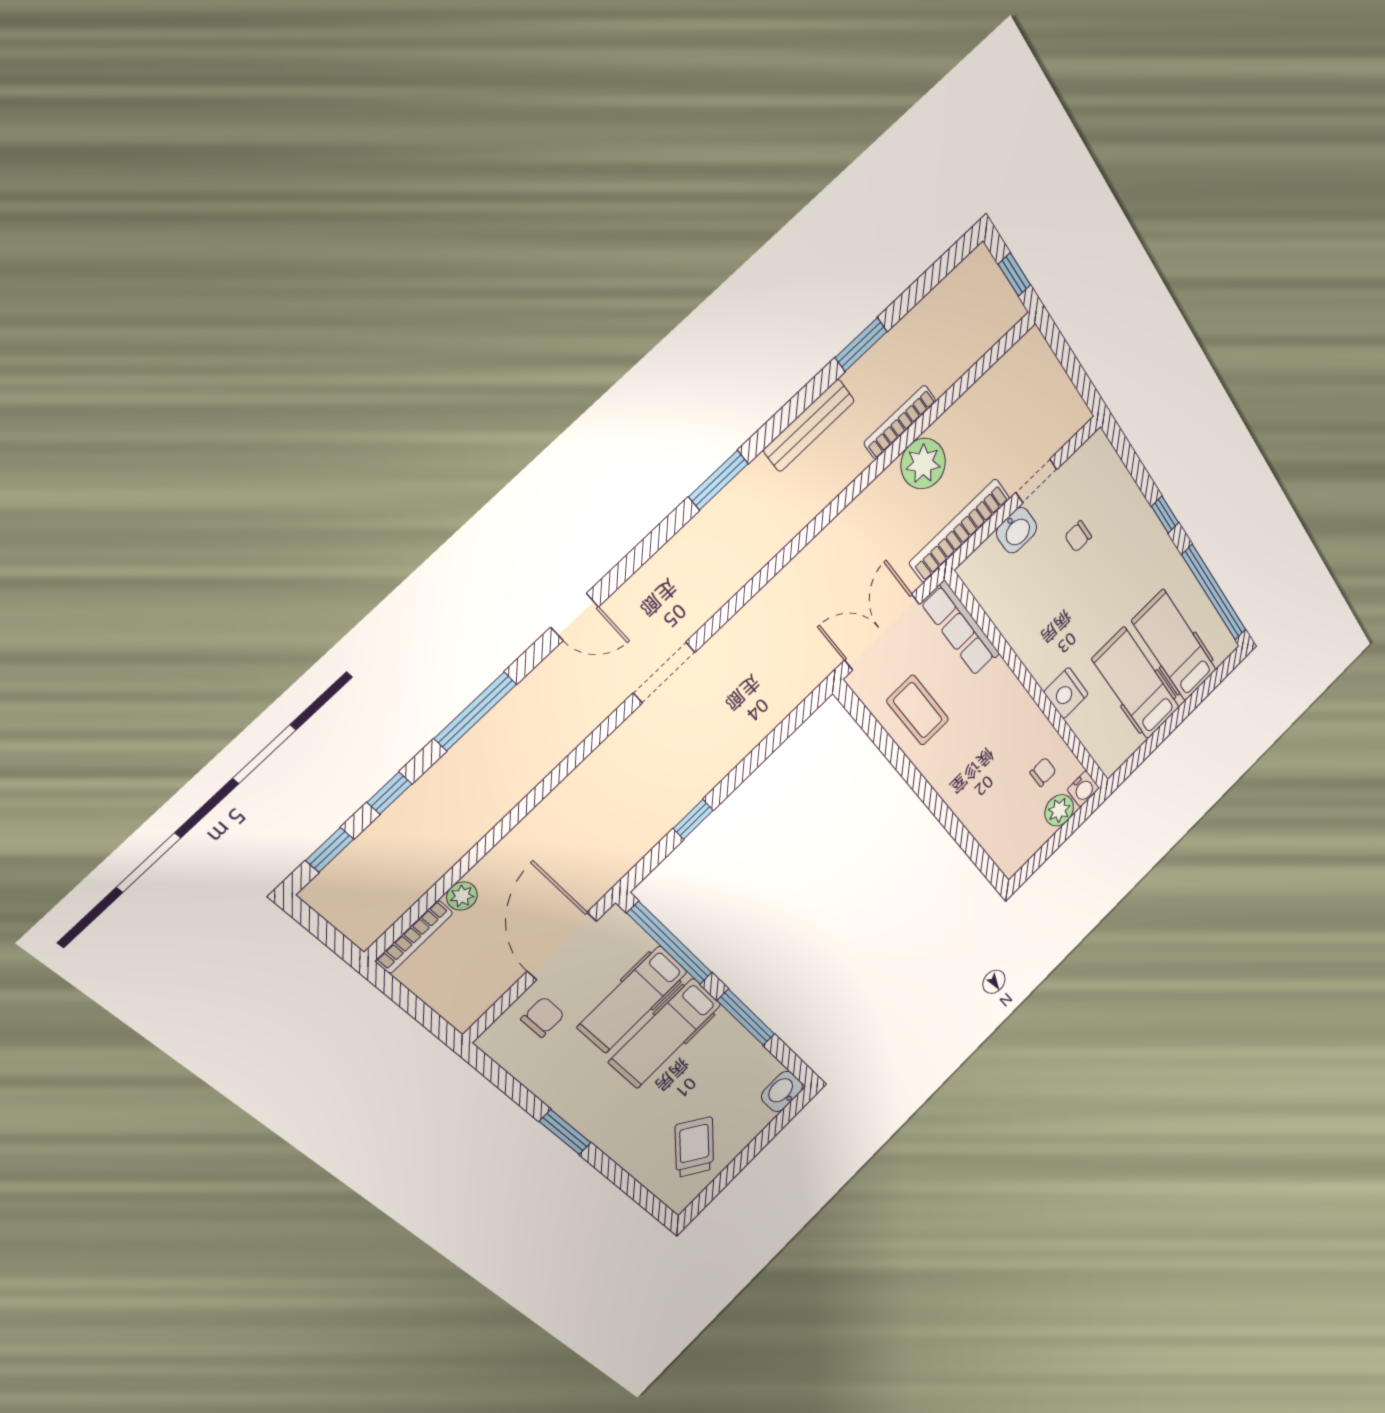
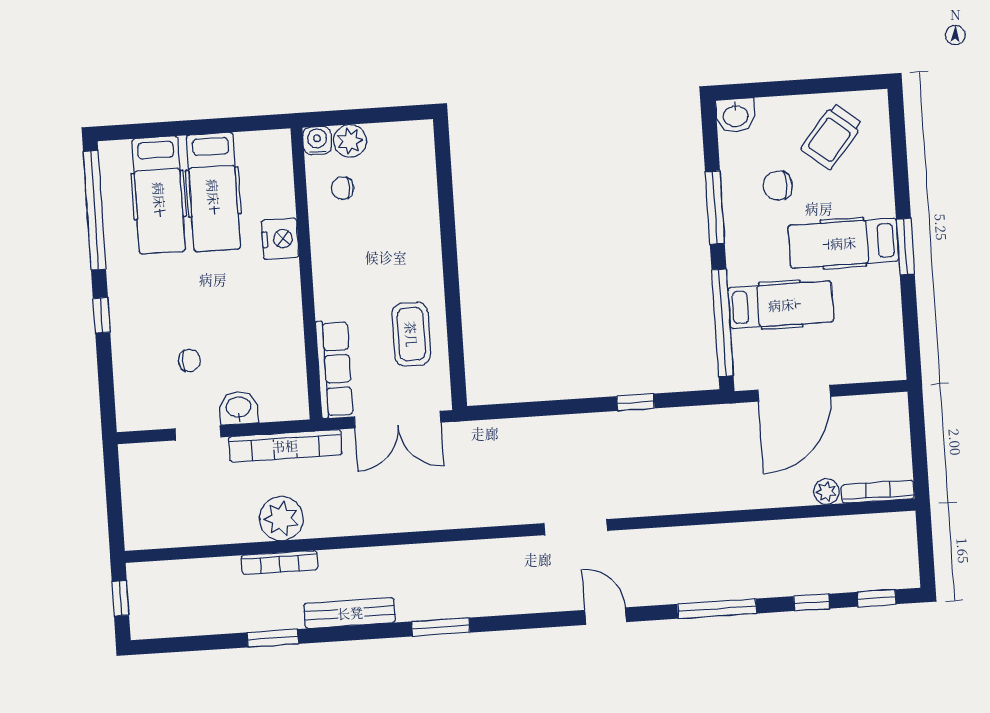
chair: (543, 1017) -> (778, 186), moved
hospital bed: (665, 1033) -> (843, 243), moved, turned 180

